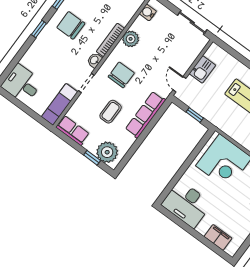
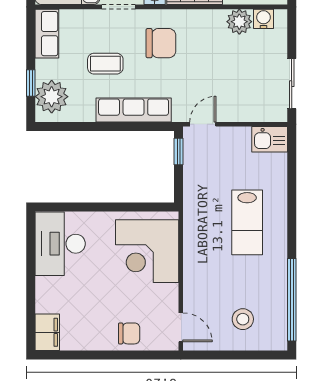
plant: (131, 39) -> (239, 22), moved
kitchen sink: (202, 69) -> (270, 139), moved
window: (195, 115) -> (179, 152), moved
filing cabinet: (218, 237) -> (47, 332), moved

